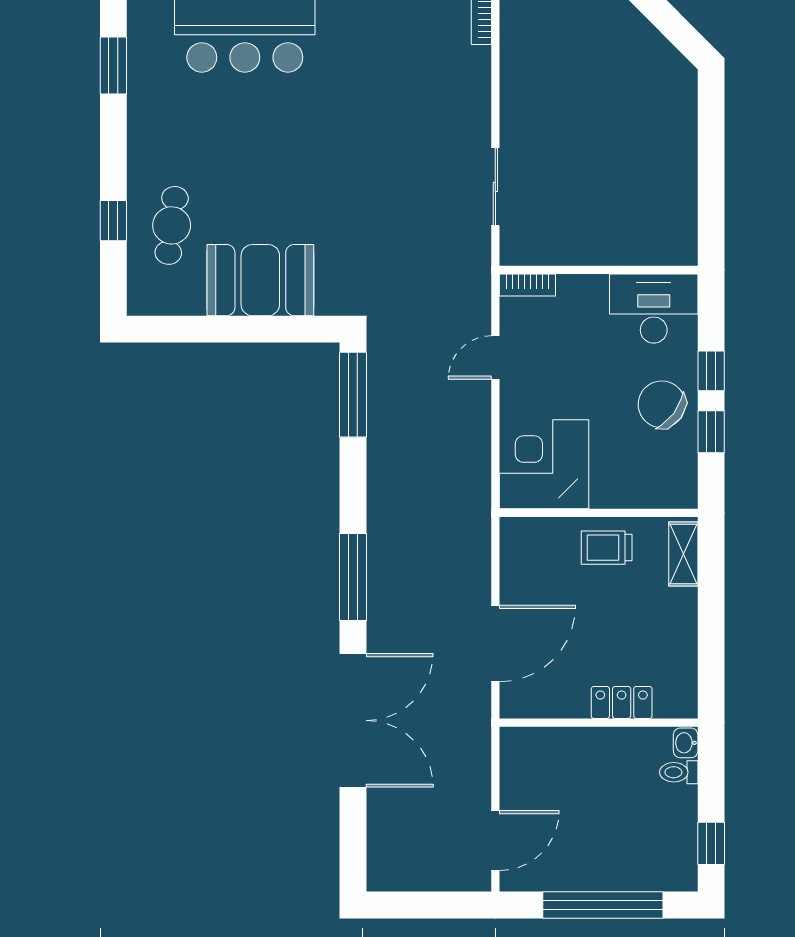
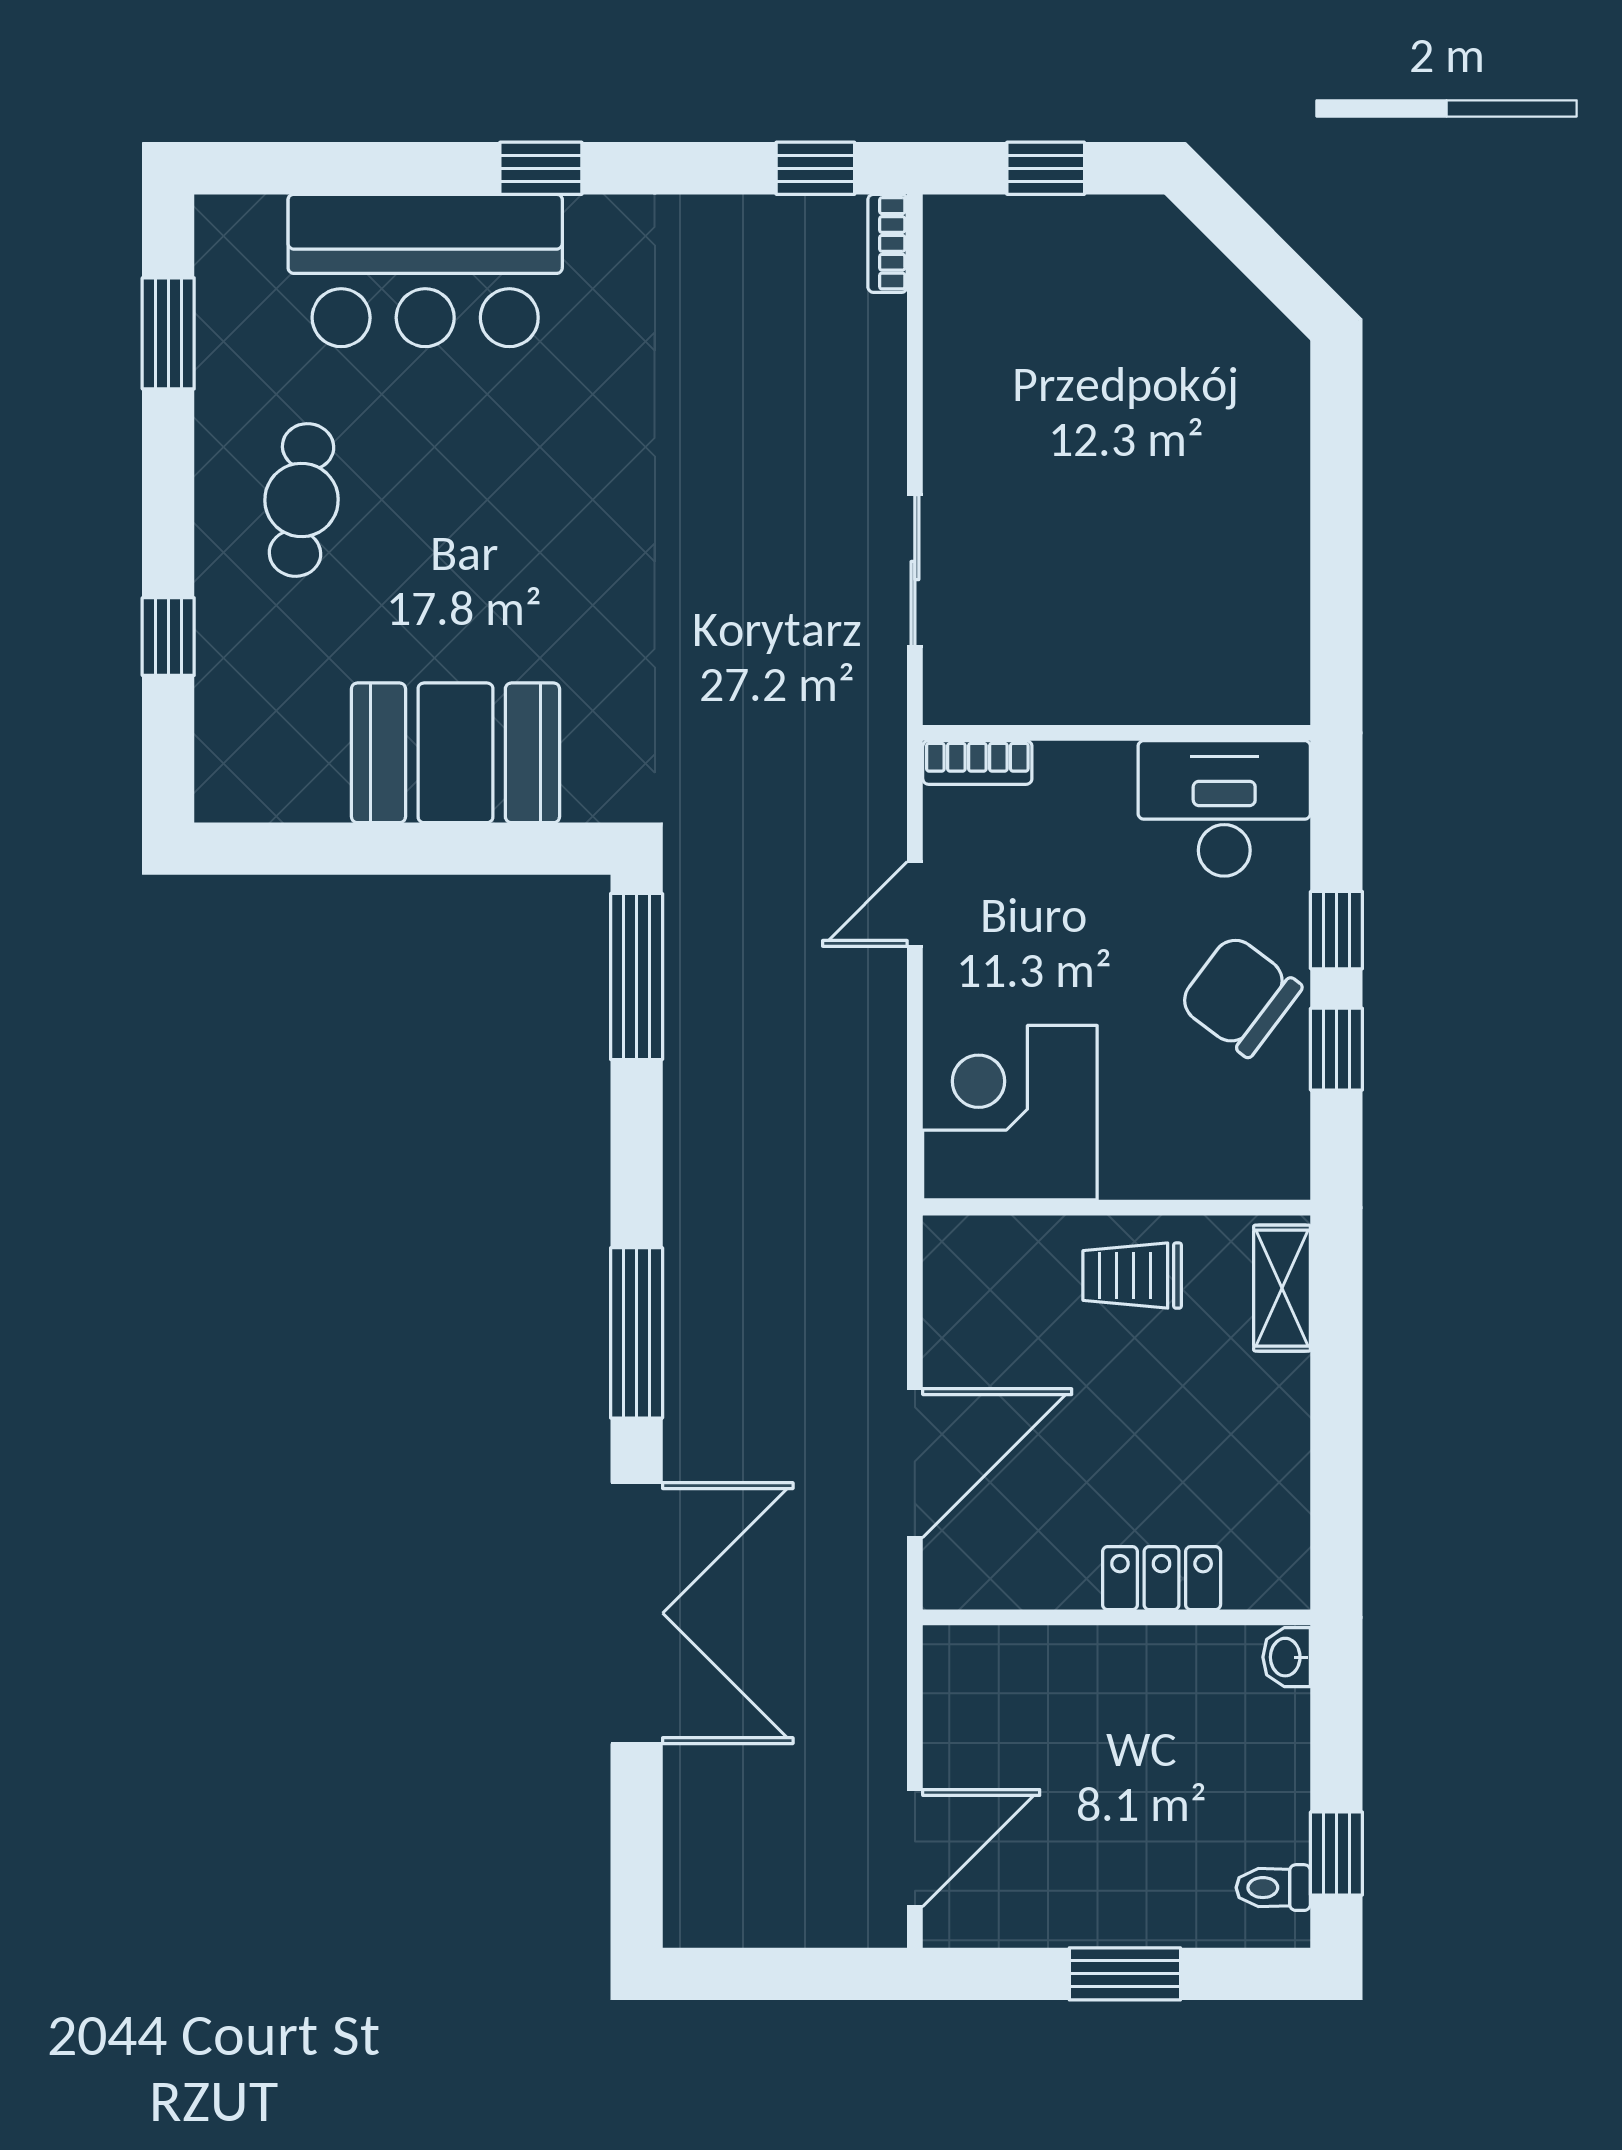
cafe table: (172, 225) -> (302, 500), moved
toilet: (679, 772) -> (1273, 1888), moved
window: (603, 905) -> (1125, 1974), width x0.47

